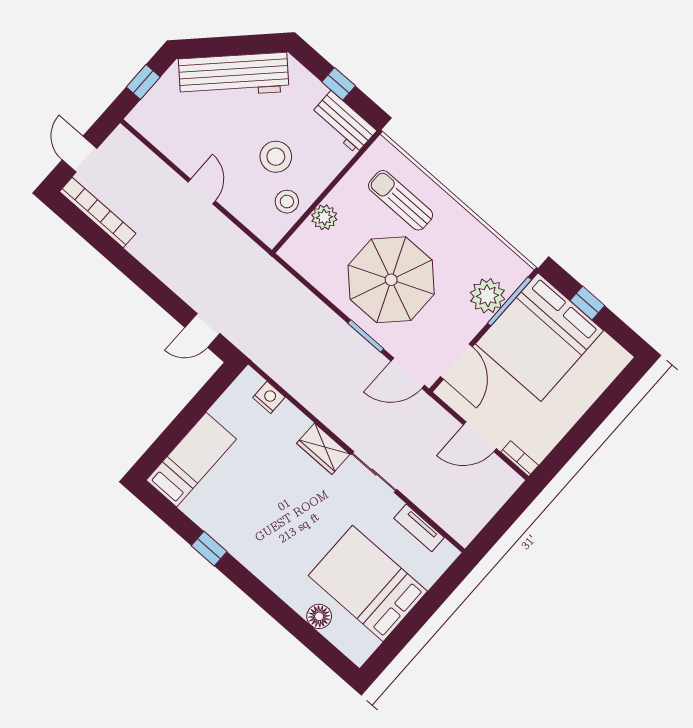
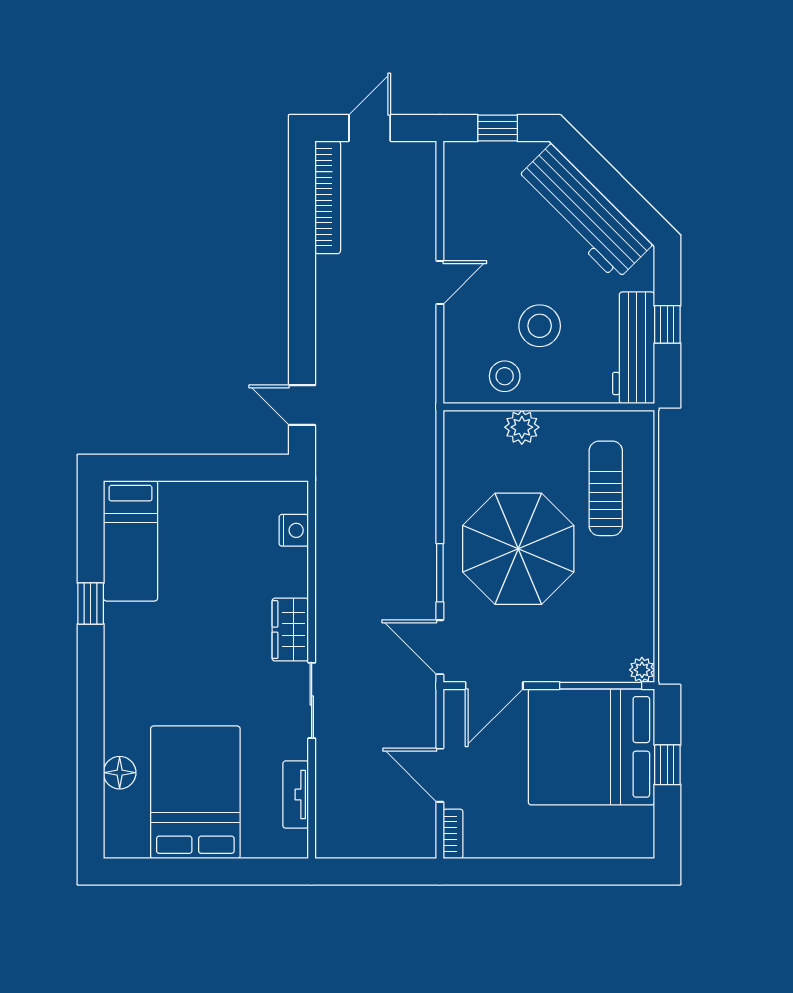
workbench: (344, 122) -> (634, 348), width x1.38
plant: (487, 296) -> (642, 670), moved, width x0.53, depth x0.53
bed: (191, 460) -> (131, 541), moved, turned 90

